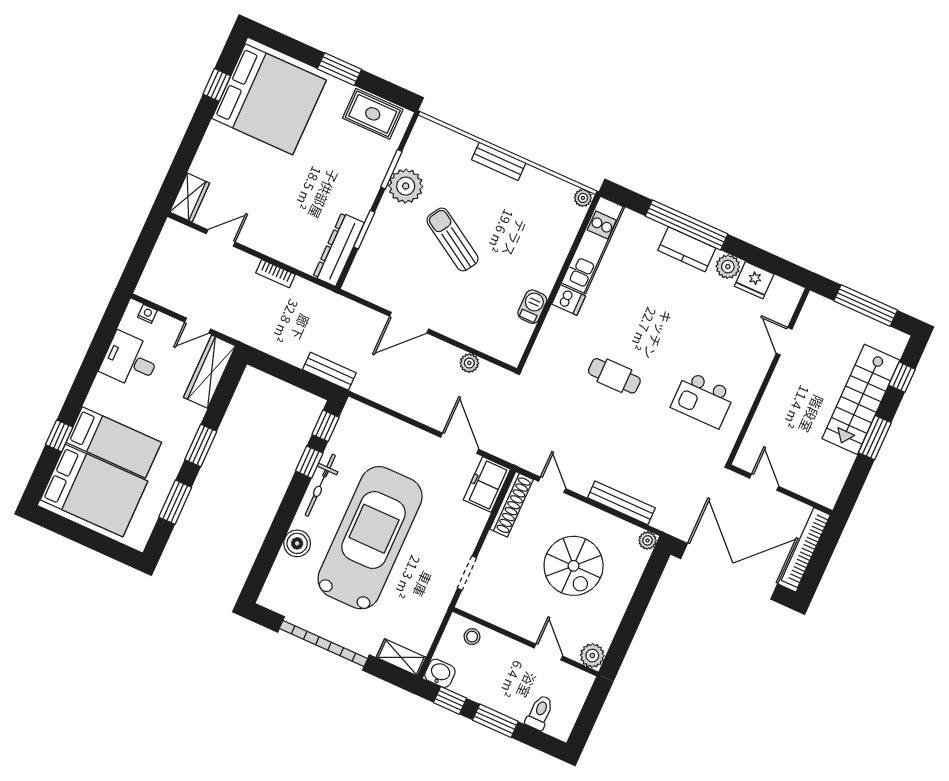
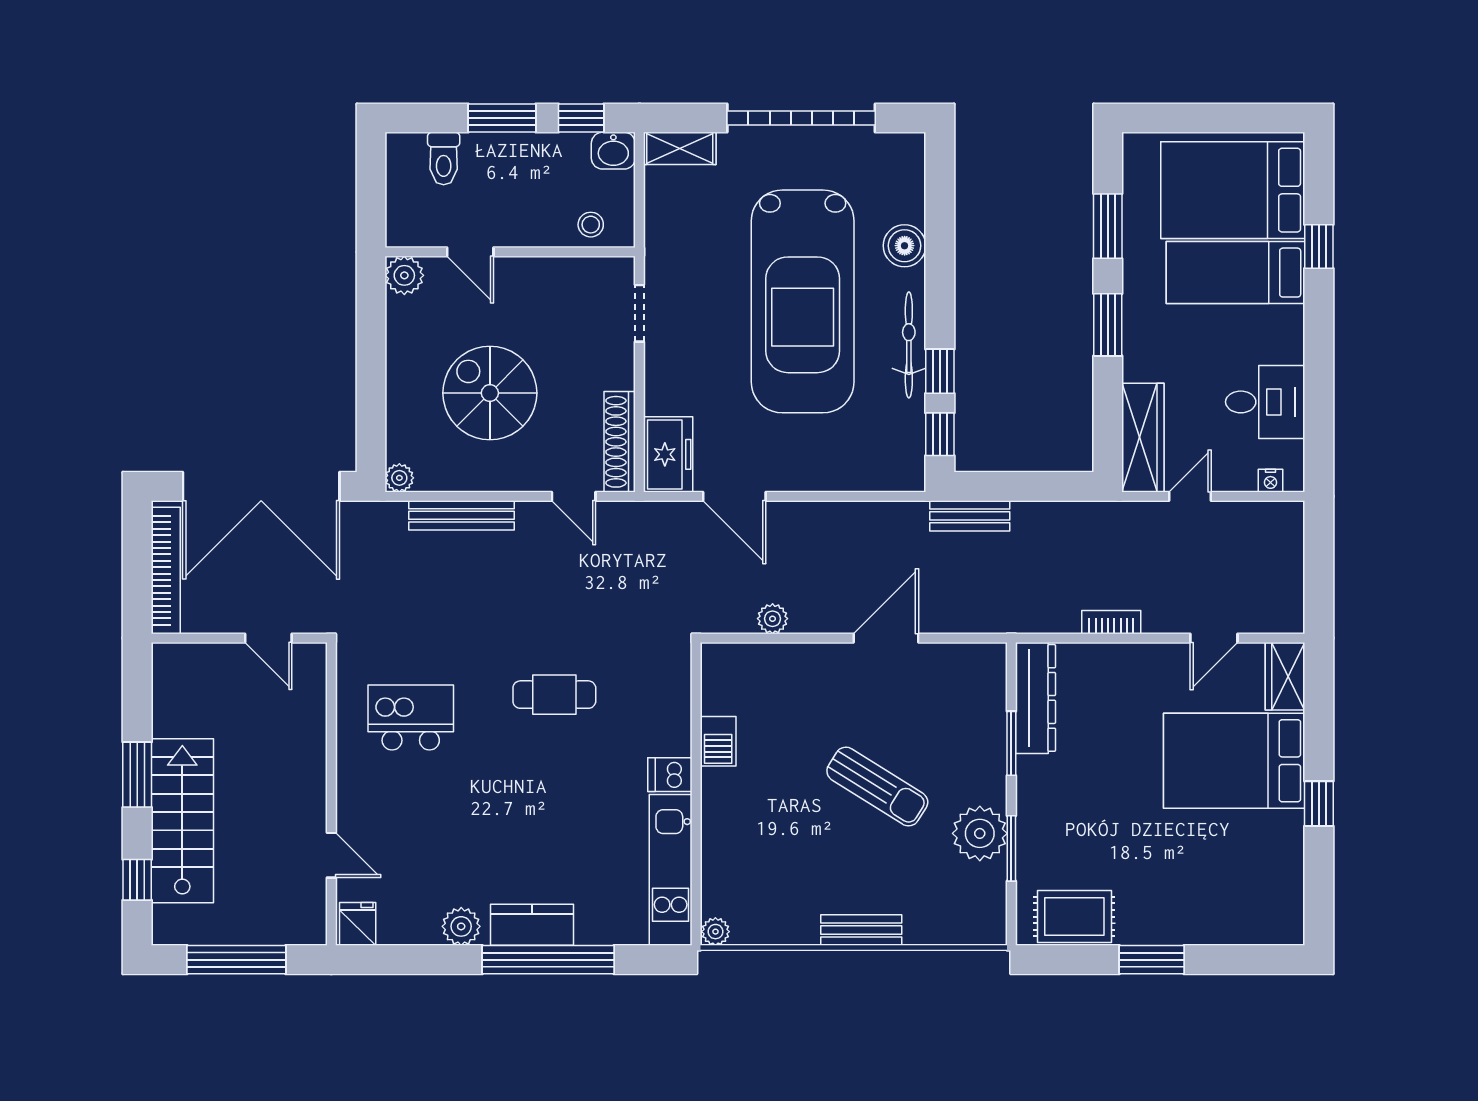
window: (217, 85) -> (1319, 804), moved
bed: (269, 99) -> (1234, 761), moved, width x0.73
fridge: (754, 280) -> (358, 924), moved, width x0.72

